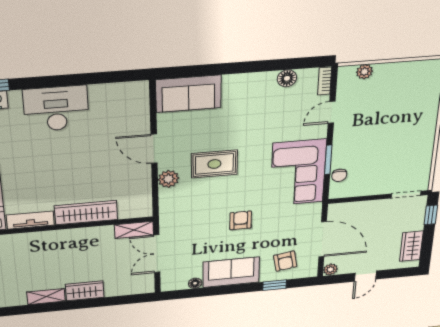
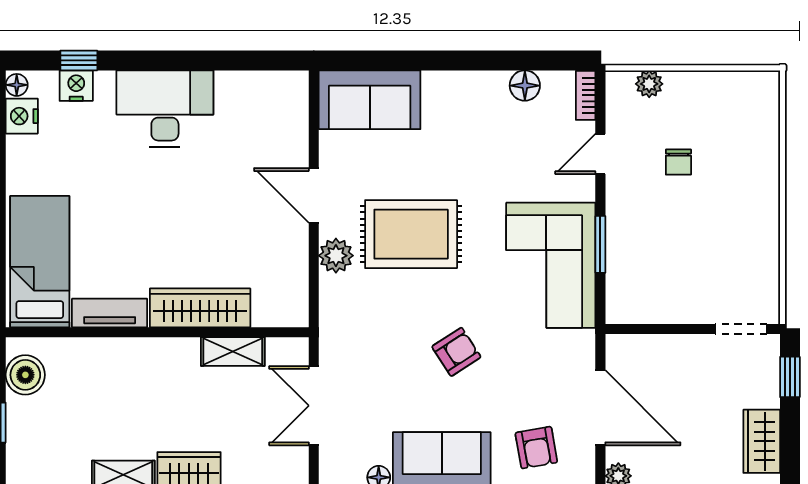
rug: (214, 164) -> (411, 234), width x1.36, depth x1.43
chair: (339, 175) -> (678, 162), moved
armchair: (241, 220) -> (456, 352), turned 57
shelving: (134, 230) -> (233, 352), moved

